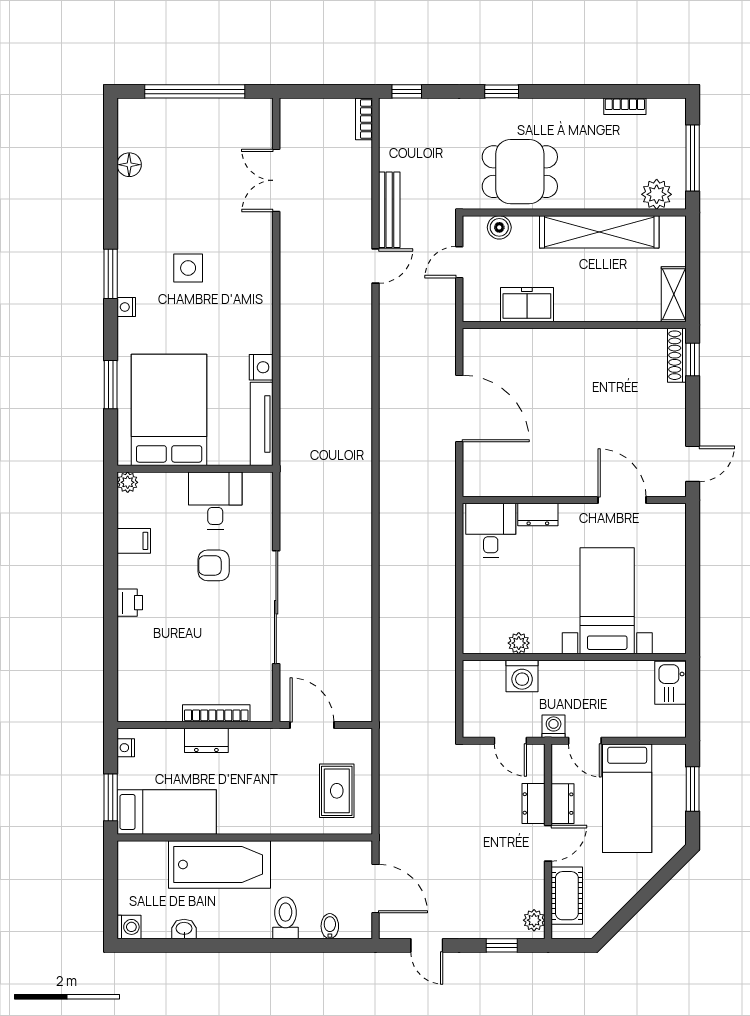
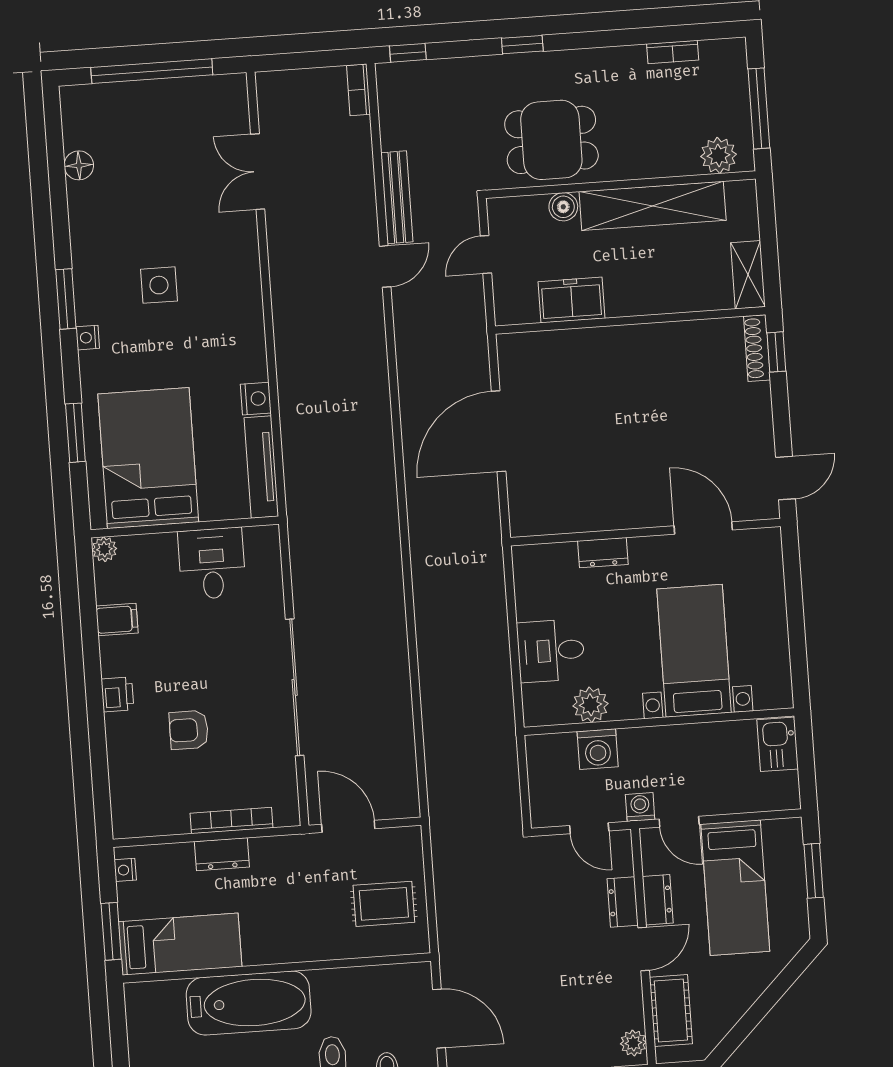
boiler: (499, 227) -> (563, 207), moved
door: (459, 408) -> (499, 431), swing flipped
desk: (491, 530) -> (551, 651), moved, turned -90
armchair: (214, 565) -> (189, 730), moved
plant: (519, 643) -> (591, 705), width x1.38, depth x1.38
rug: (337, 791) -> (384, 904), turned 90

